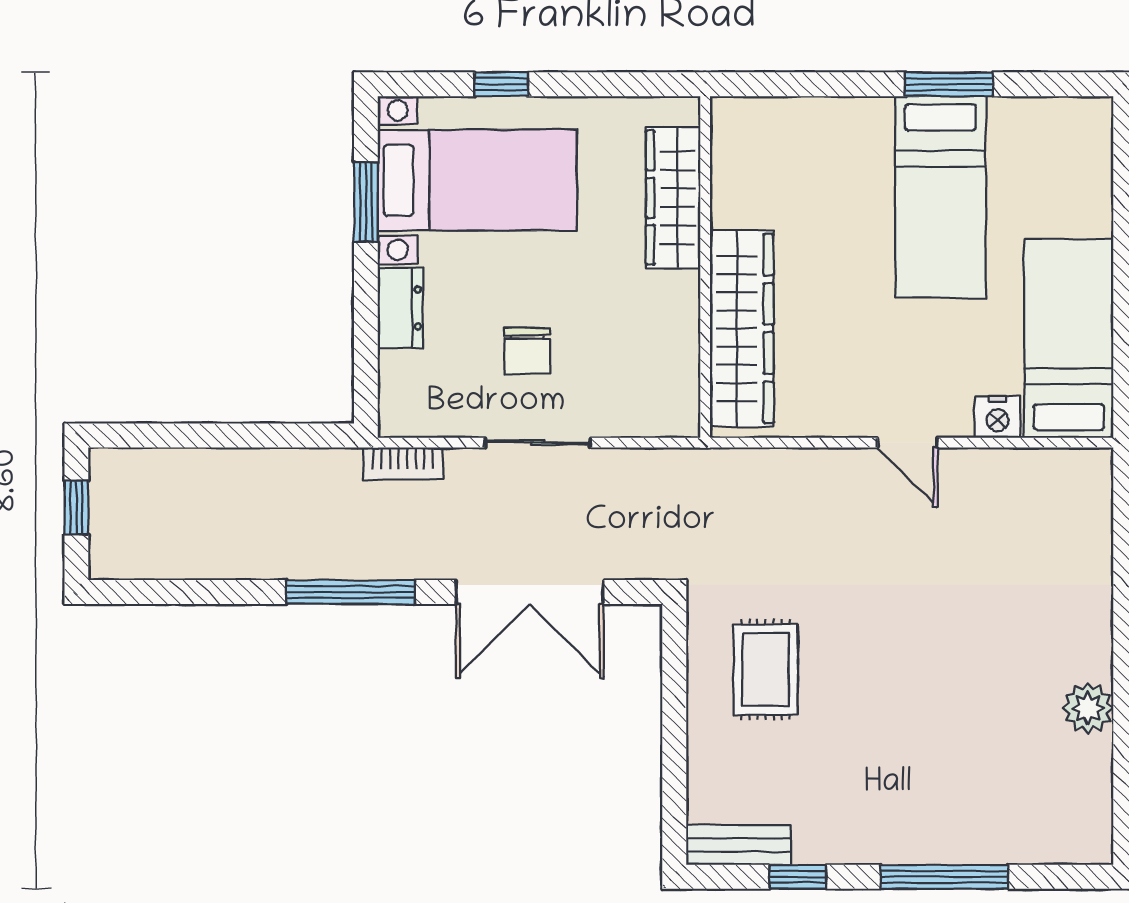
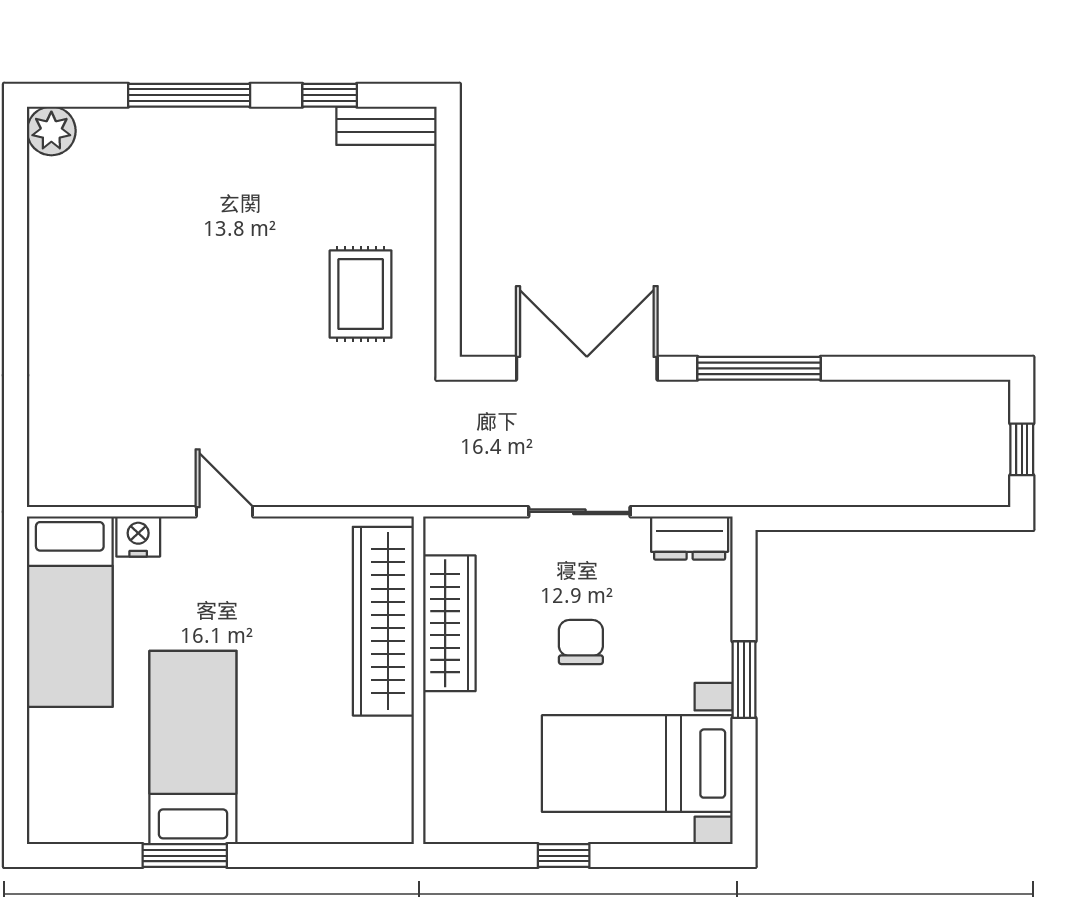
window: (501, 84) -> (564, 856), moved
wardrobe: (673, 198) -> (449, 623), moved
window: (366, 202) -> (744, 680), moved
dresser: (400, 308) -> (690, 538), moved, turned -90
chair: (527, 351) -> (581, 642), moved
bookcase: (403, 463) -> (709, 492), removed
plant: (1088, 708) -> (51, 131), moved

